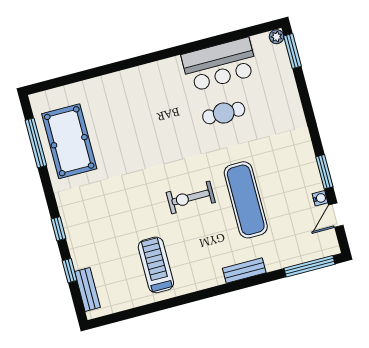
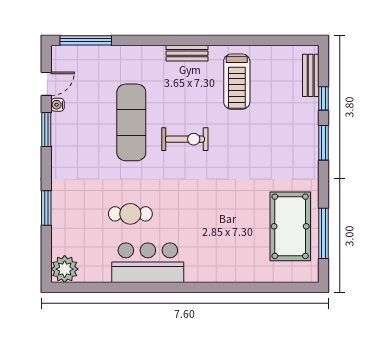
plant: (277, 37) -> (65, 269), width x1.87, depth x1.87
window: (293, 51) -> (46, 208), moved
bar counter: (220, 65) -> (148, 263), moved
window: (59, 229) -> (324, 143), width x1.50
bench: (244, 271) -> (187, 53), moved

